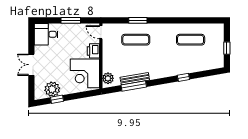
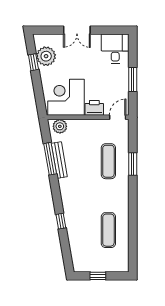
double door: (31, 65) -> (77, 30), swing flipped

